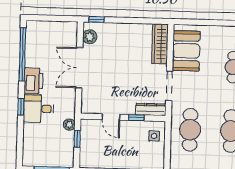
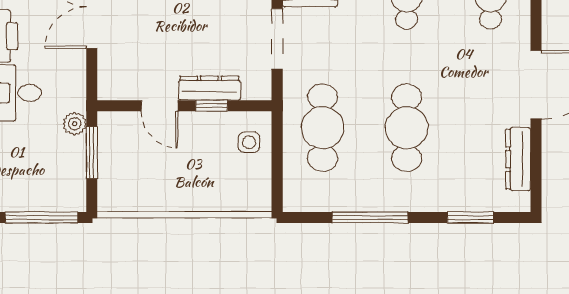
dresser: (151, 109) -> (209, 88), moved
window: (77, 139) -> (92, 153), width x1.50

